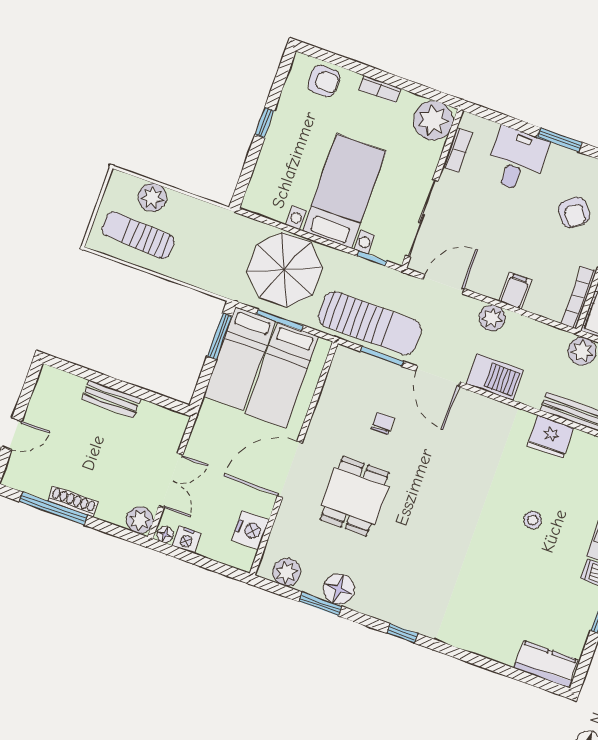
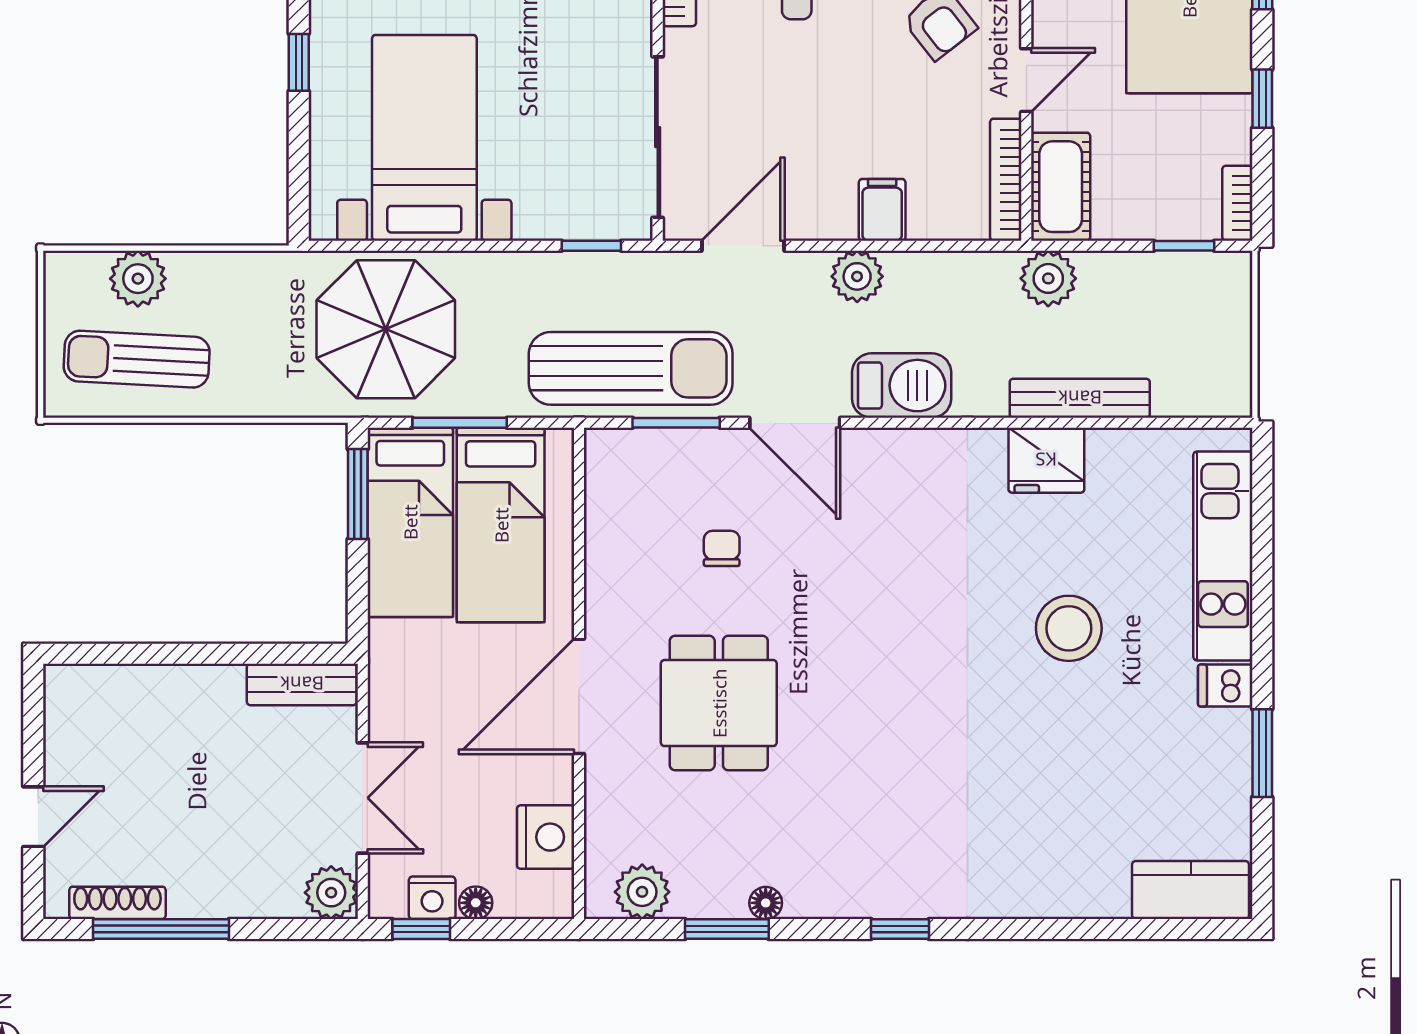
bed with nightstands: (344, 191) -> (424, 138), moved
parasol: (285, 270) -> (386, 329), moved
bench: (111, 399) -> (302, 684), moved
shoe rack: (73, 502) -> (117, 903), moved
stool: (533, 520) -> (1069, 628), width x1.89, depth x1.89
floor lamp: (165, 534) -> (476, 903), moved
window: (176, 552) -> (421, 929), added
floor lamp: (339, 589) -> (766, 903), width x0.53, depth x0.53

